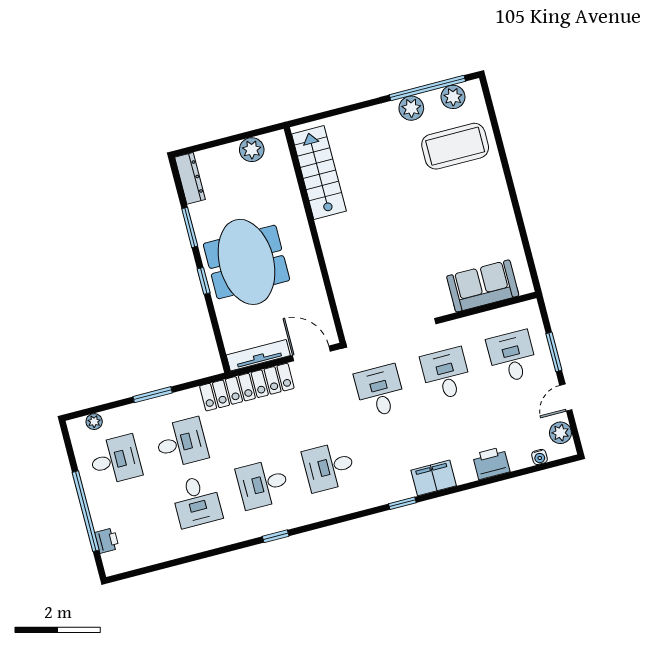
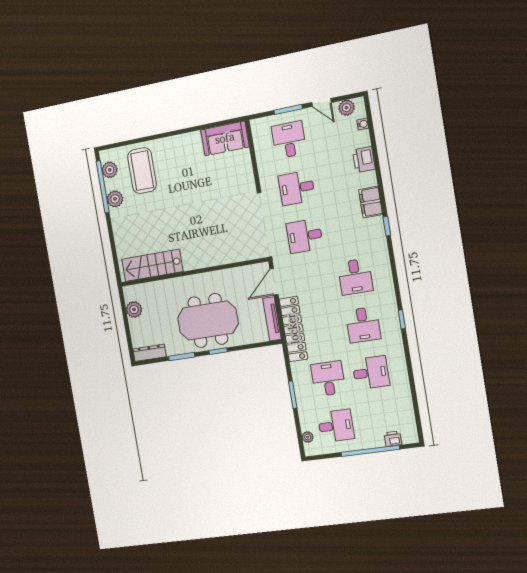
sofa: (483, 286) -> (225, 138), moved, turned -90
desk: (512, 357) -> (289, 140), turned 90
desk: (115, 460) -> (336, 426), turned 90

